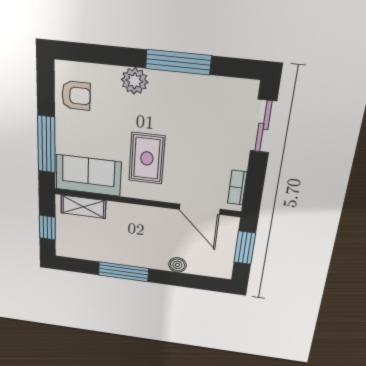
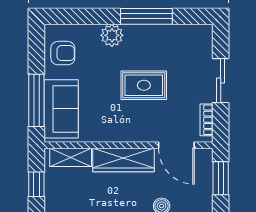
sliding door: (263, 126) -> (221, 81), moved
rug: (147, 158) -> (144, 85), moved, turned 90
sofa: (88, 175) -> (61, 109), moved, turned 90
wardrobe: (140, 216) -> (124, 160), added

